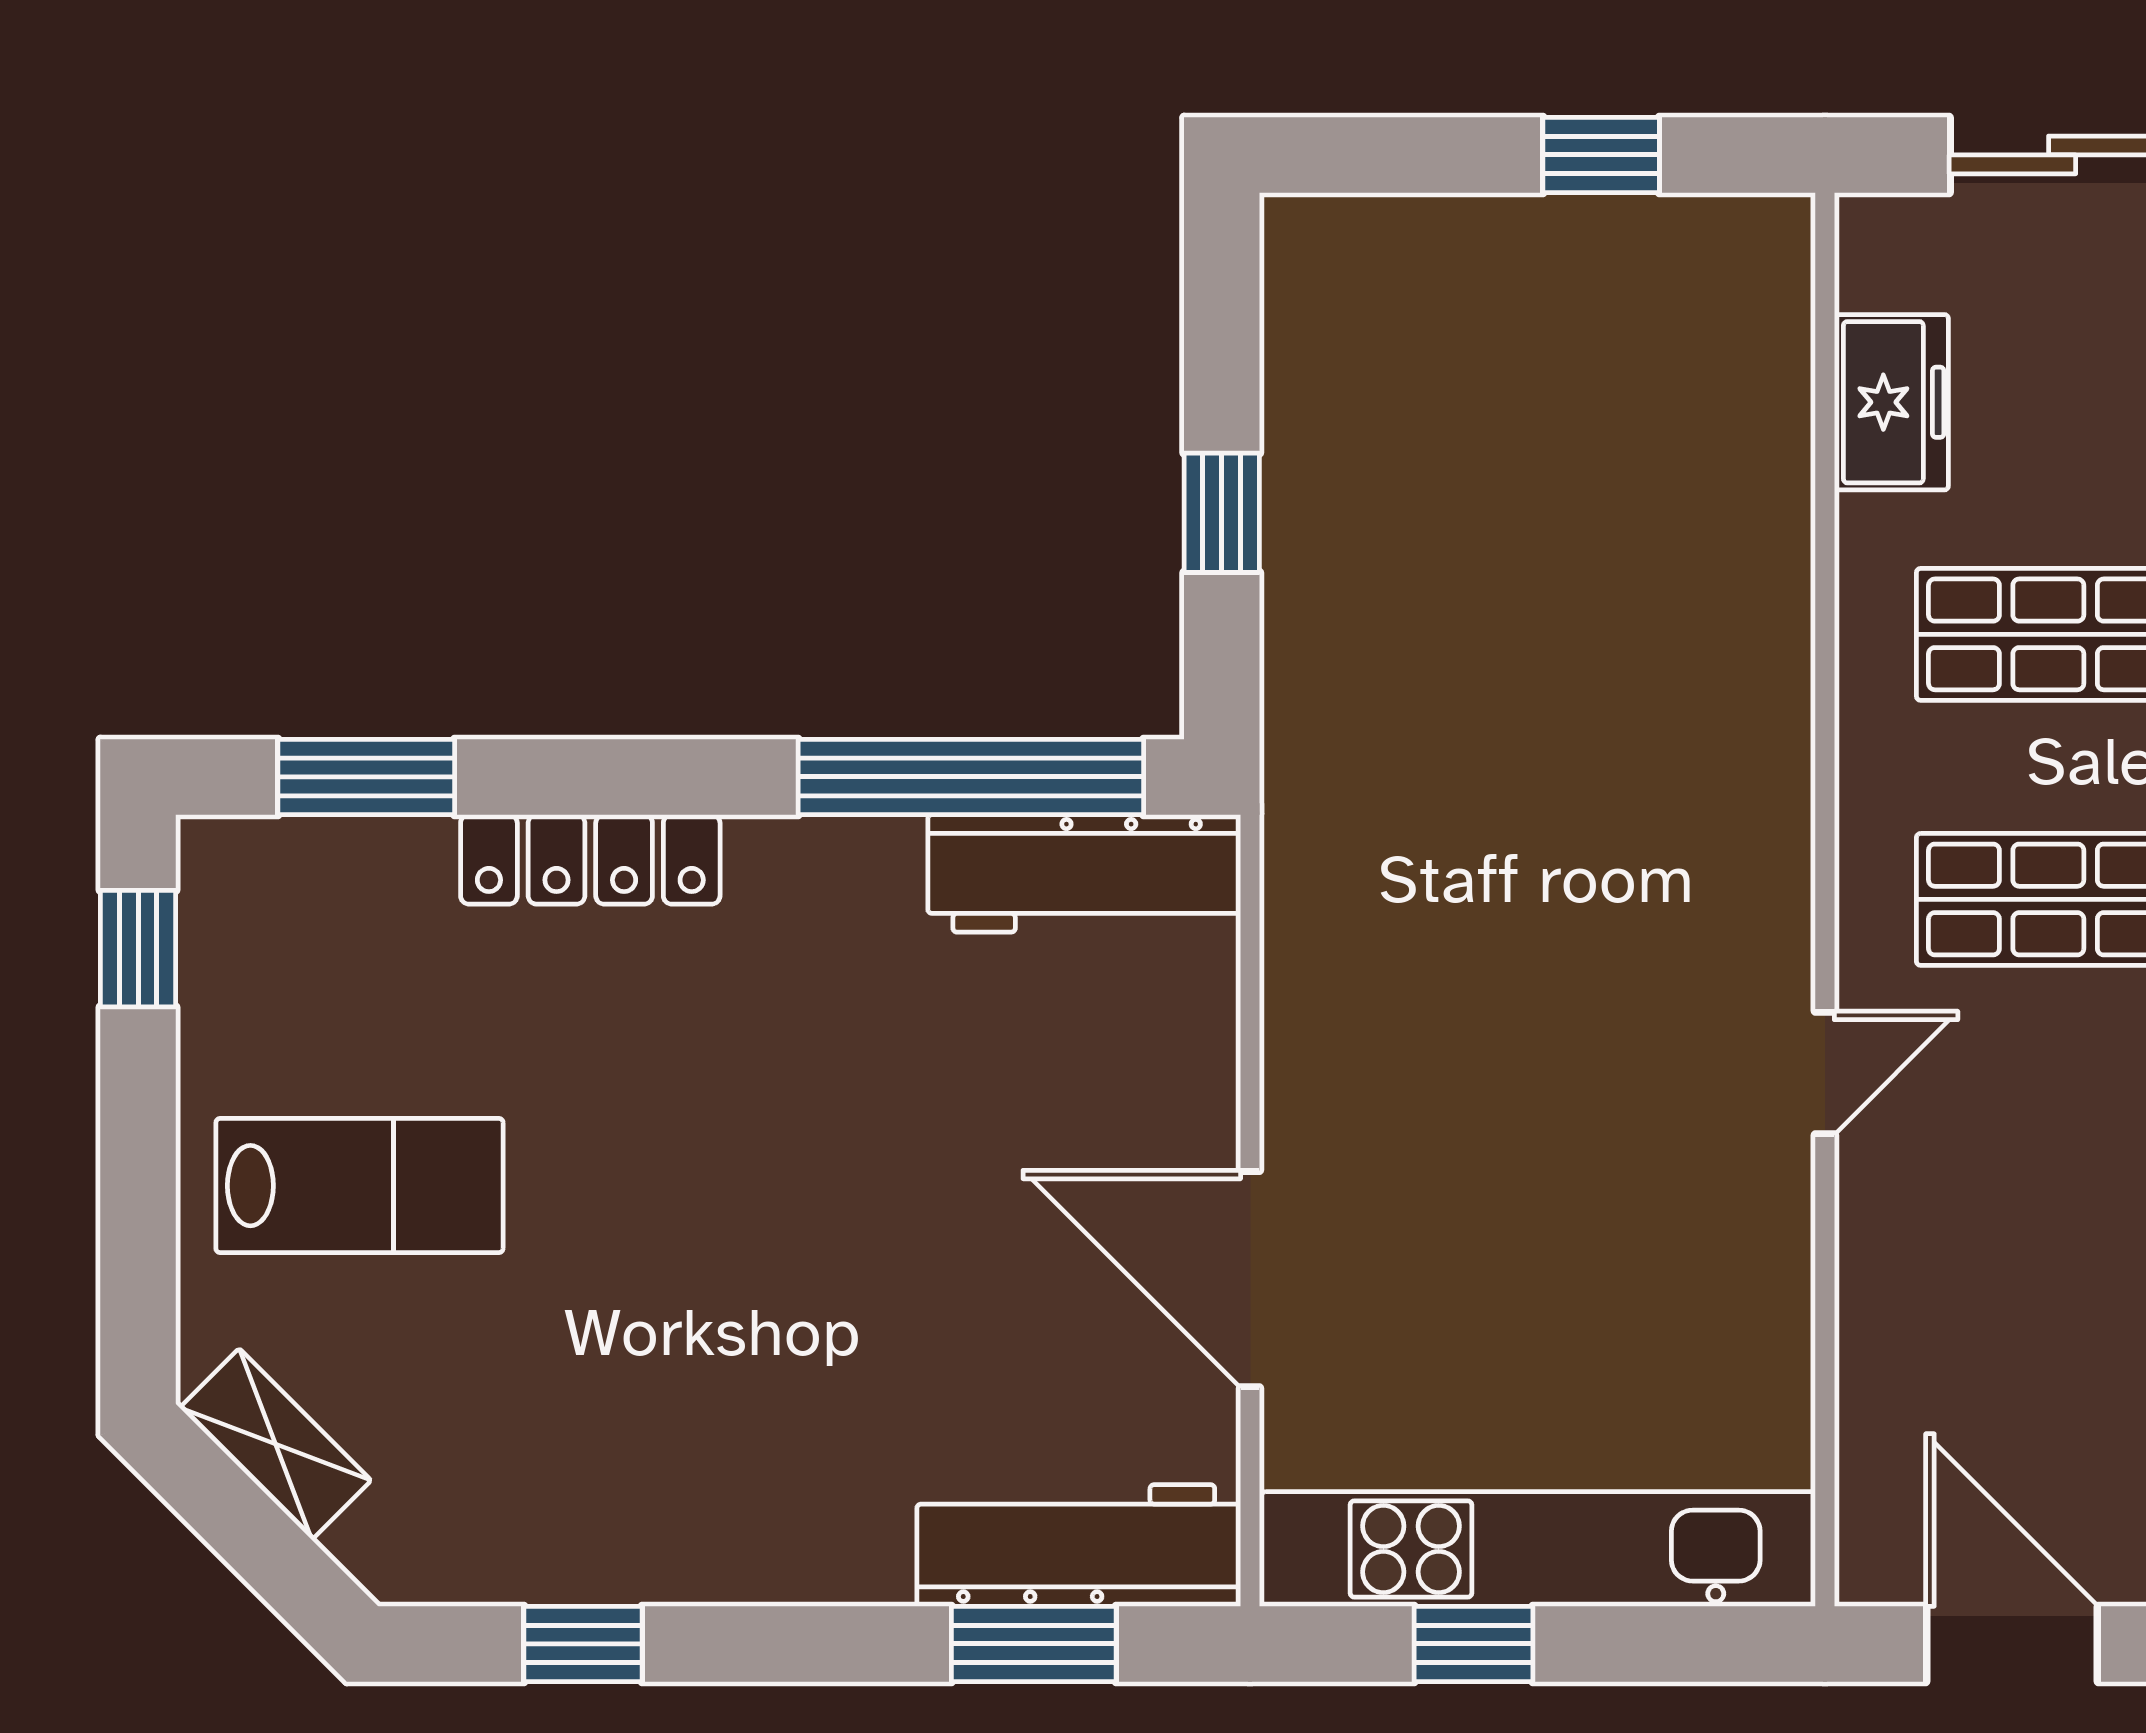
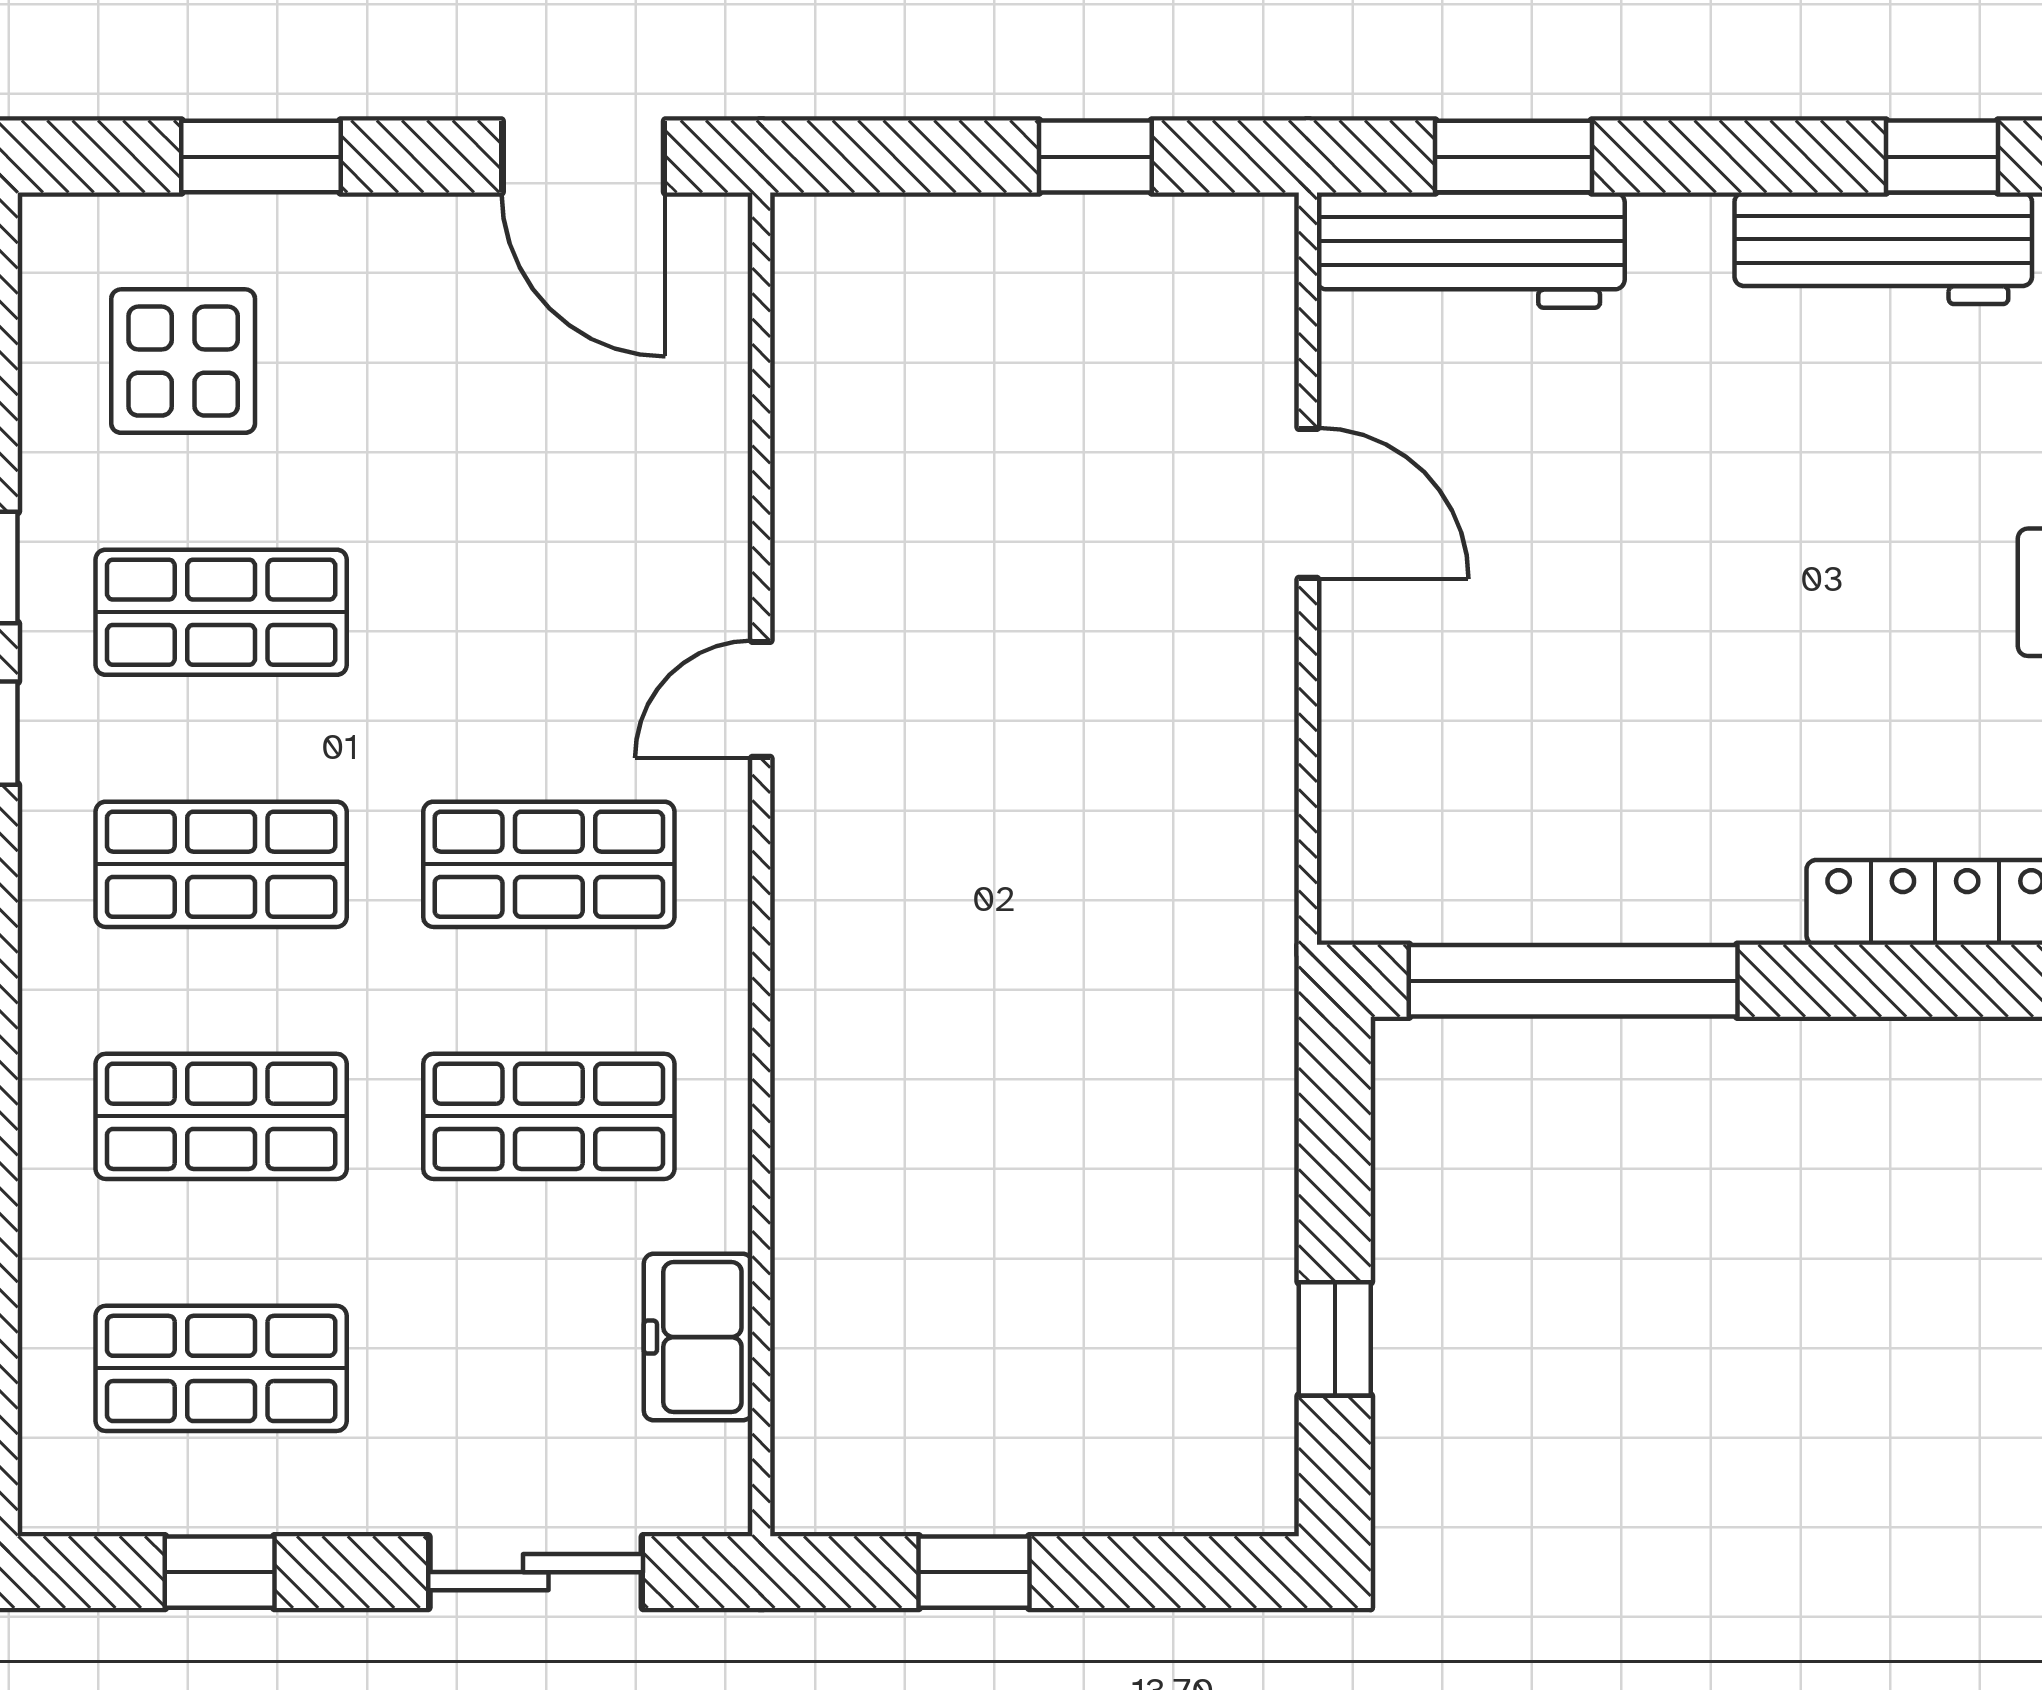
window: (1222, 513) -> (1335, 1339), moved
workbench: (1084, 873) -> (1883, 248), moved, turned 180
door: (1250, 1279) -> (1308, 503), width x0.73
kitchen unit: (1538, 1549) -> (1034, 247), removed

